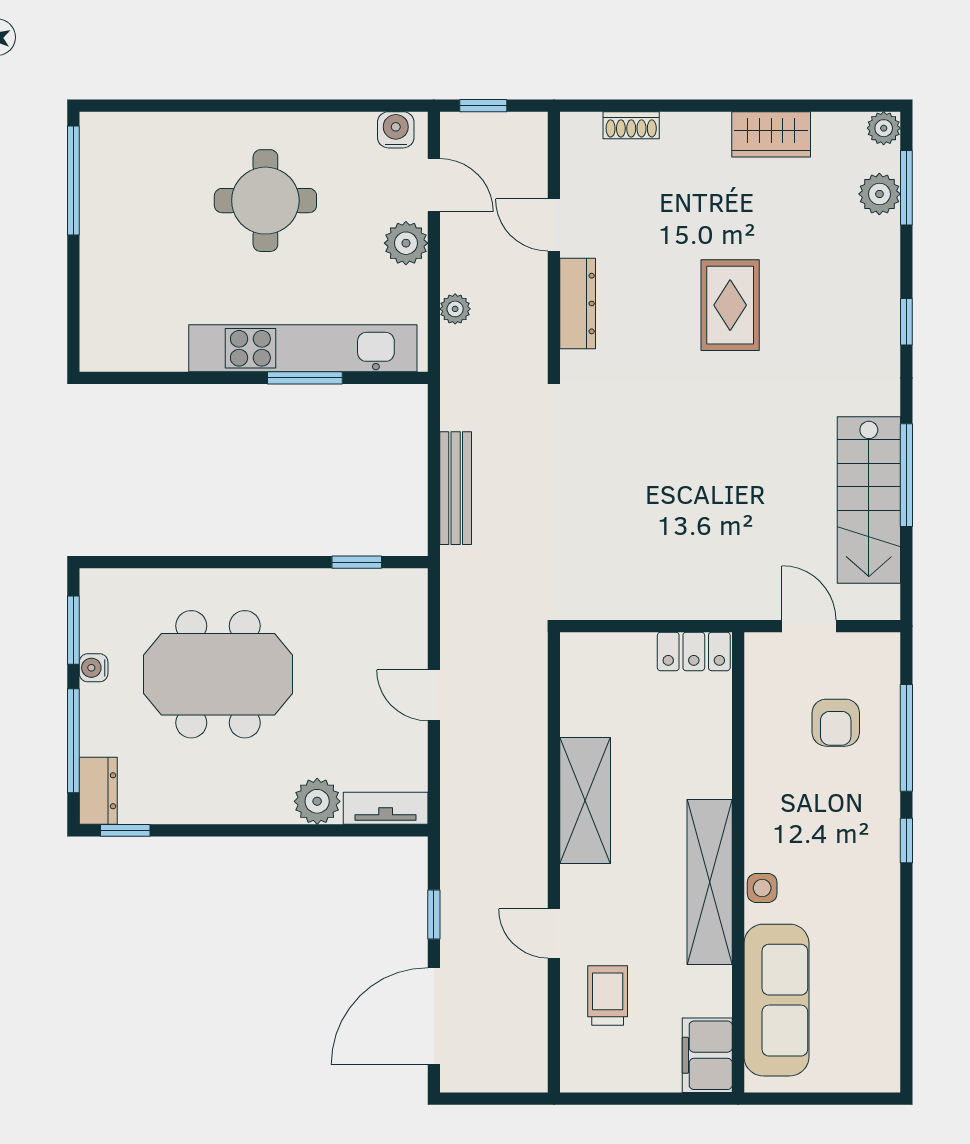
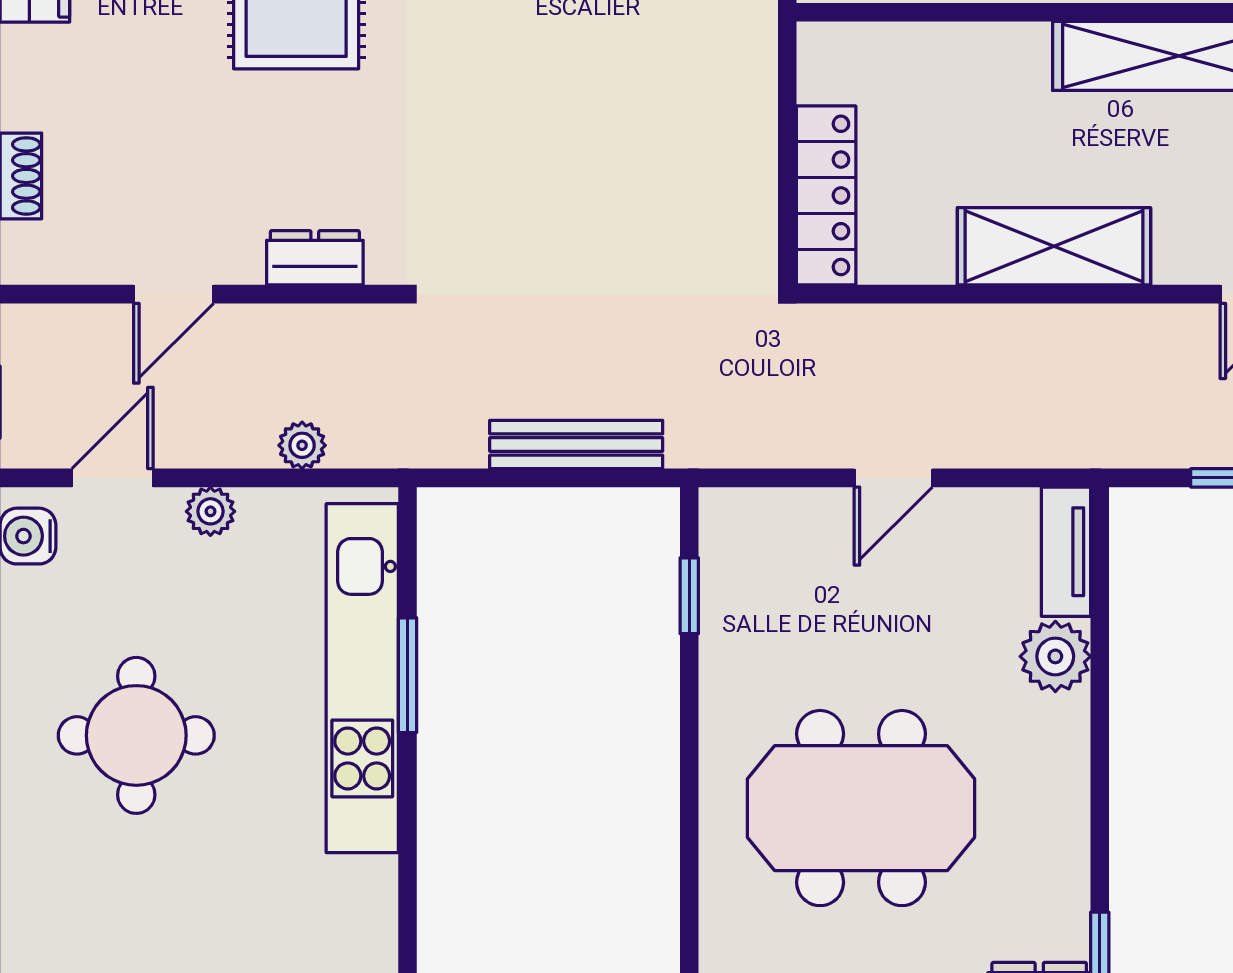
plant: (406, 243) -> (210, 511), width x0.73, depth x0.73
dresser: (578, 304) -> (315, 258), width x0.70
locker: (694, 651) -> (826, 195), moved, width x1.53
meeting table: (218, 674) -> (861, 808), turned 90

